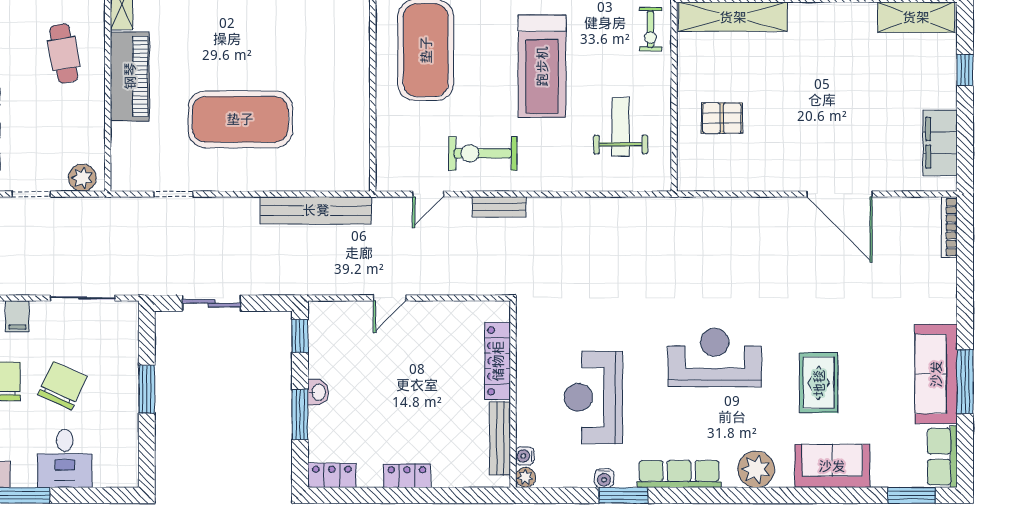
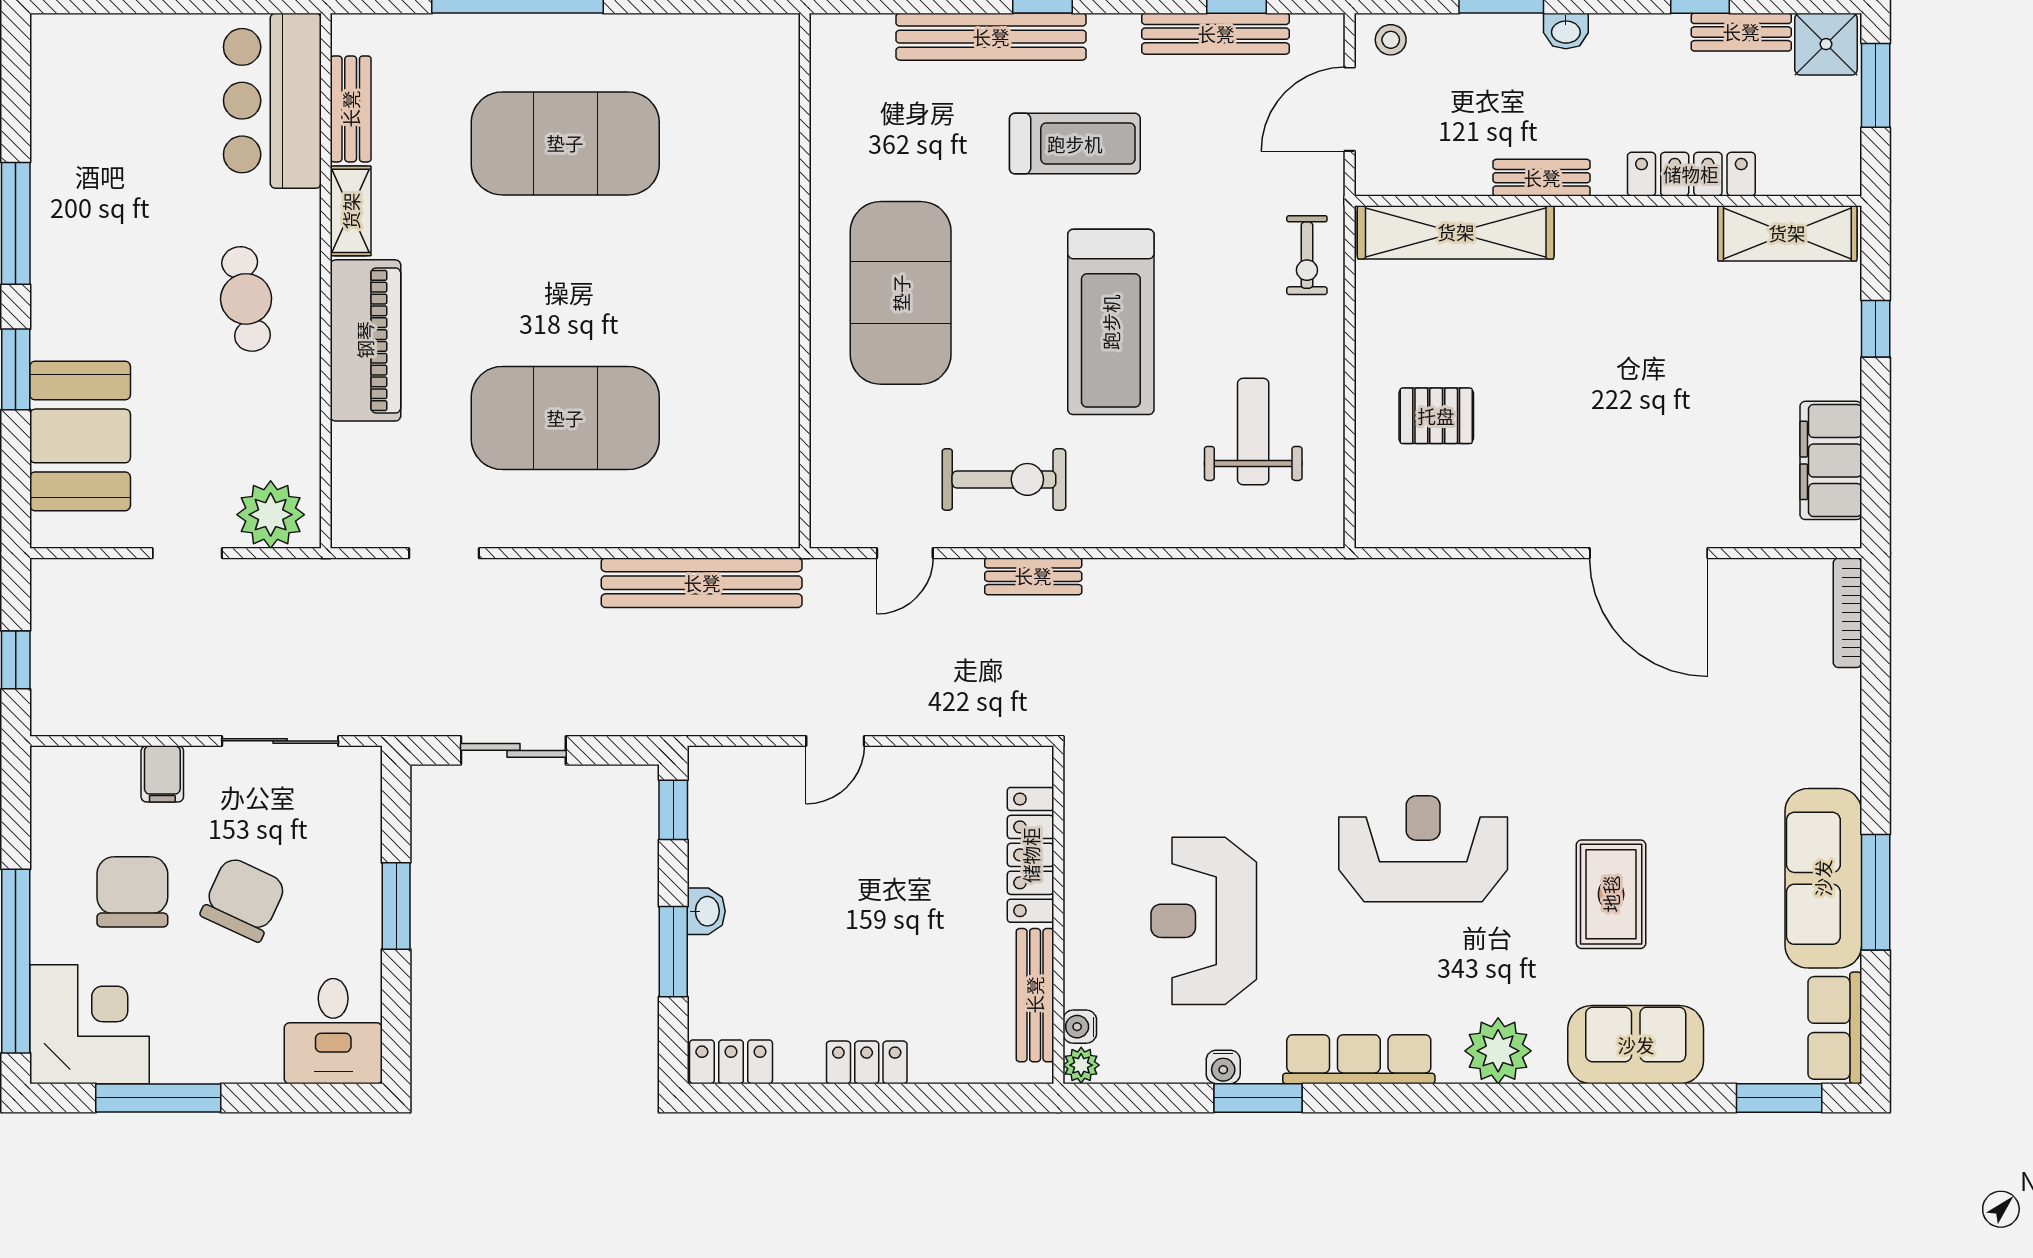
exercise bike: (483, 153) -> (1004, 479), turned 180
plant: (82, 178) -> (271, 515), width x1.36, depth x1.36
desk: (65, 458) -> (333, 1031), moved

